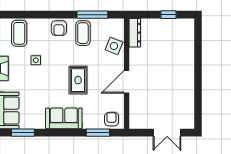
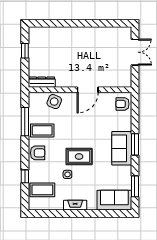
window: (34, 15) -> (25, 176), added
rug: (78, 80) -> (79, 157), moved
door: (127, 82) -> (88, 90), hinge flipped
window: (98, 133) -> (135, 144), moved

